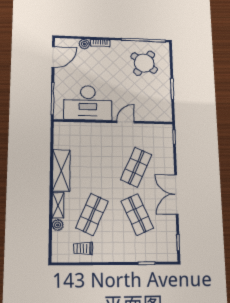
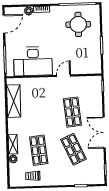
round table: (144, 63) -> (78, 24), turned -36
shop shelf: (136, 167) -> (72, 112), turned -30
shelving: (61, 171) -> (14, 101), moved
shop shelf: (92, 214) -> (39, 150), turned -30

